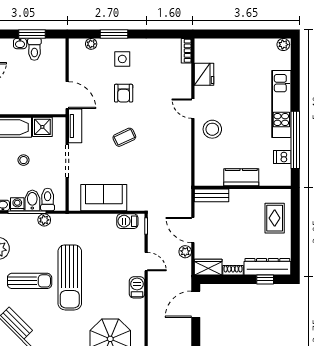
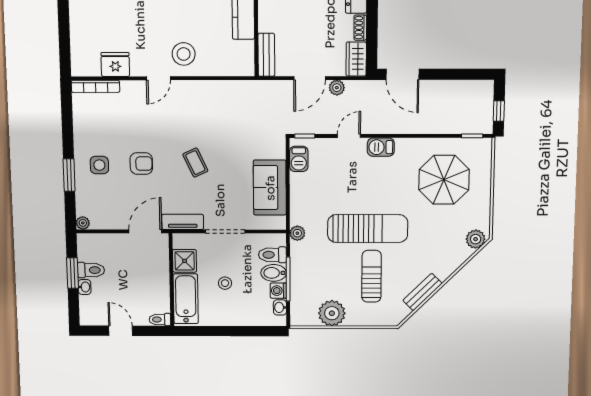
plant: (91, 44) -> (83, 223), moved
bookcase: (186, 51) -> (95, 86), width x1.56
plant: (44, 220) -> (297, 233), moved

